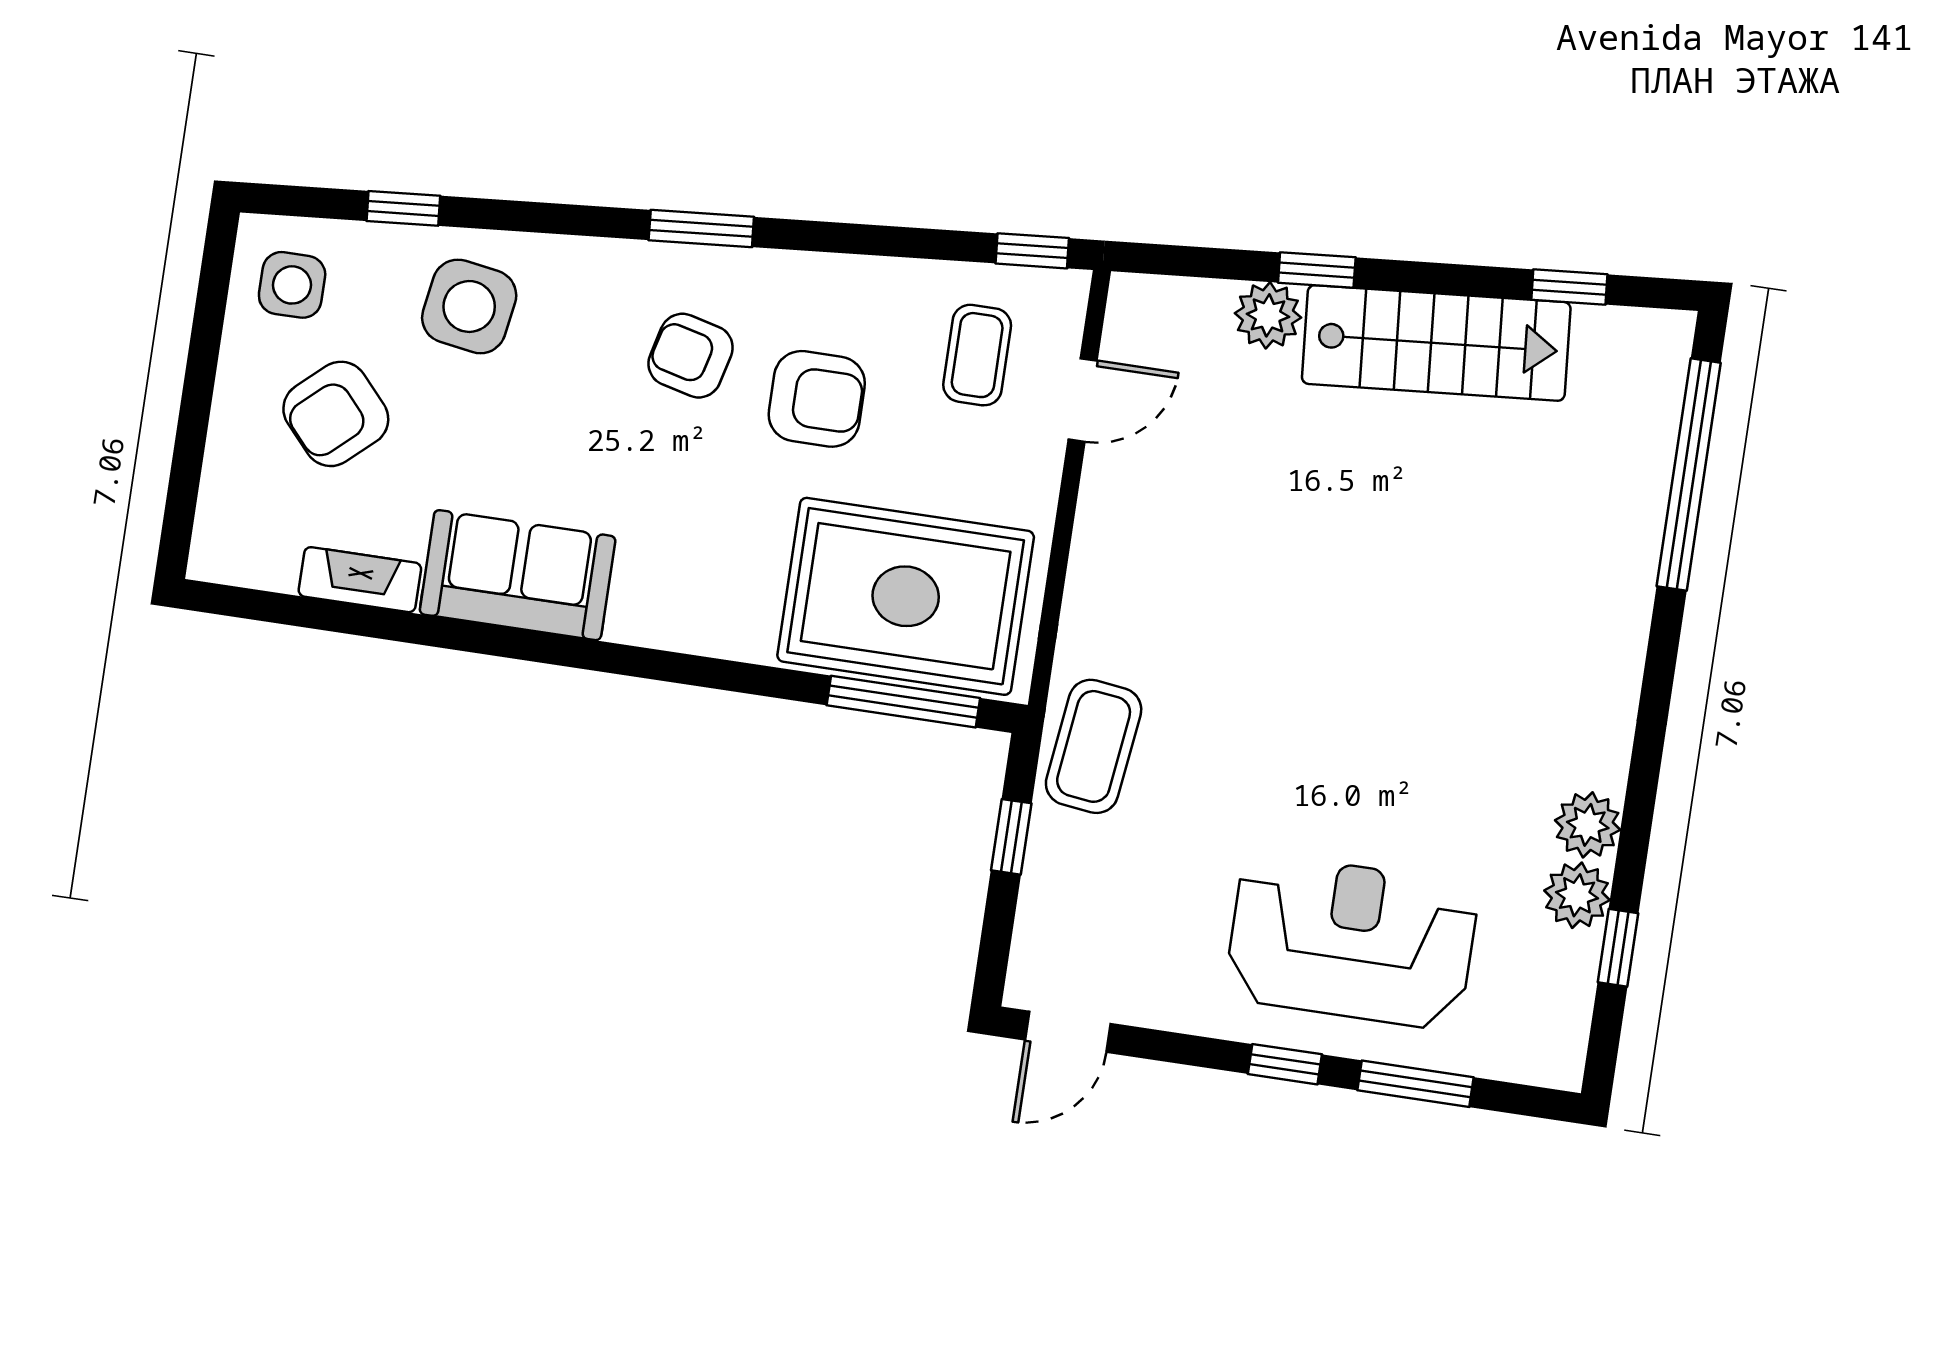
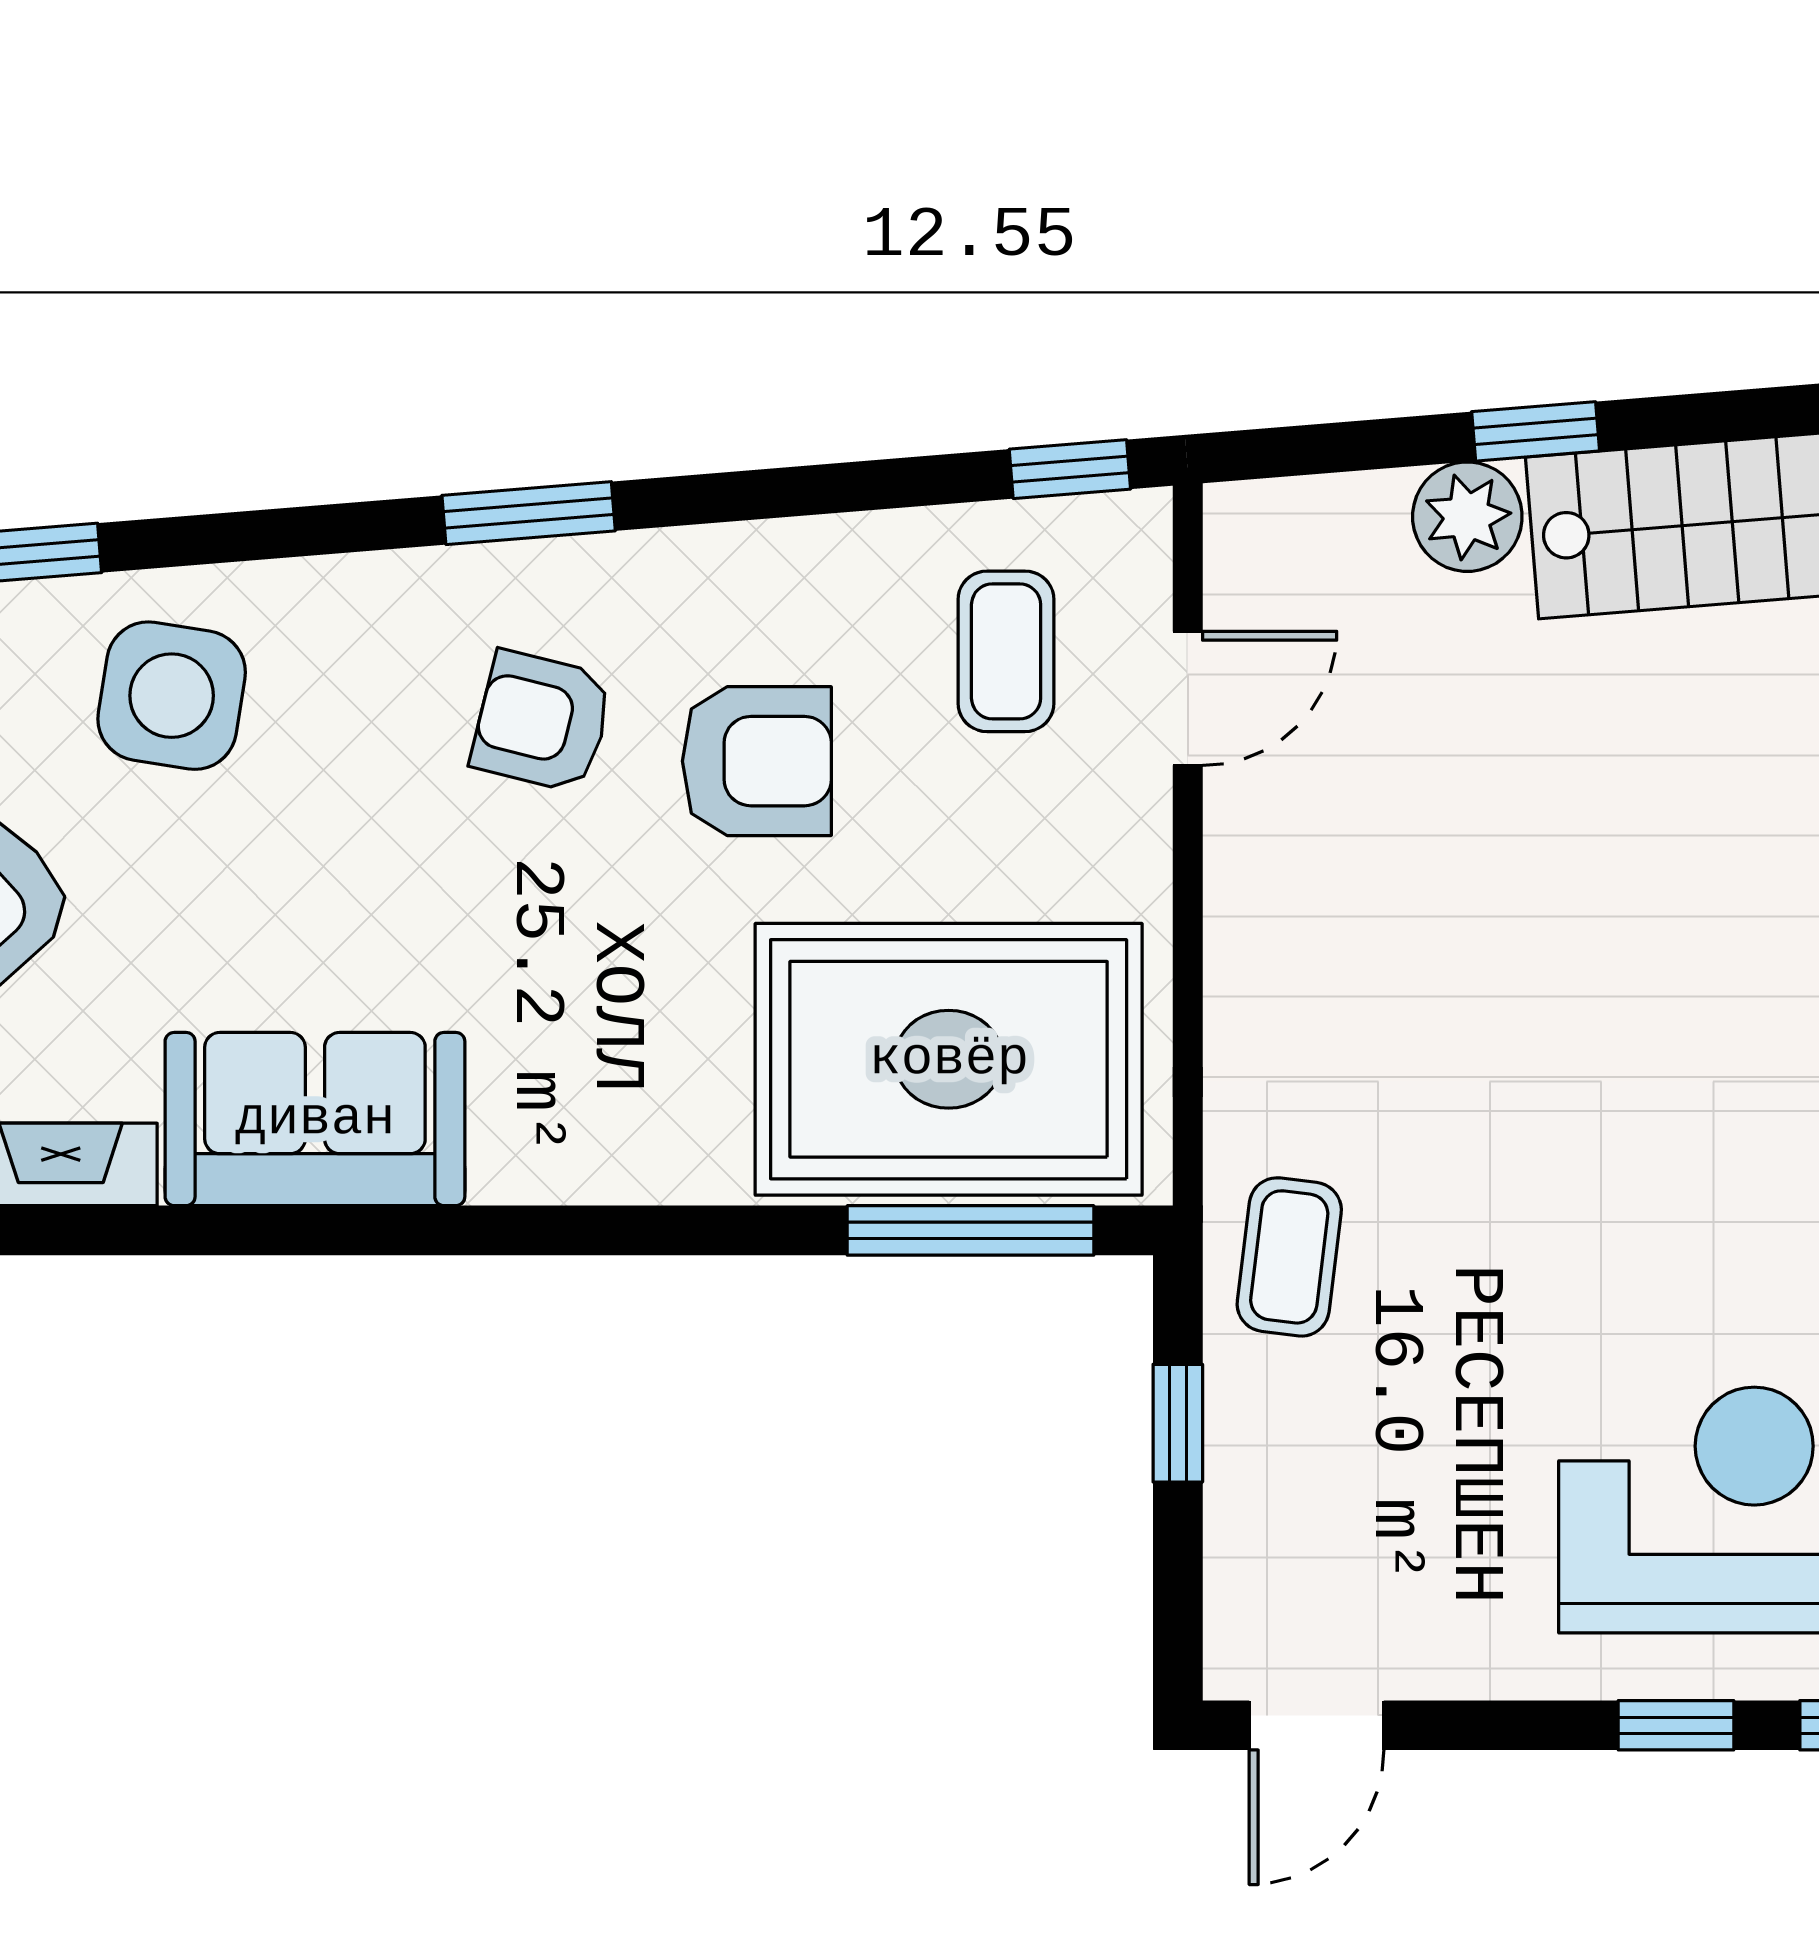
coffee table: (1094, 746) -> (1289, 1257), width x0.73, depth x0.77

